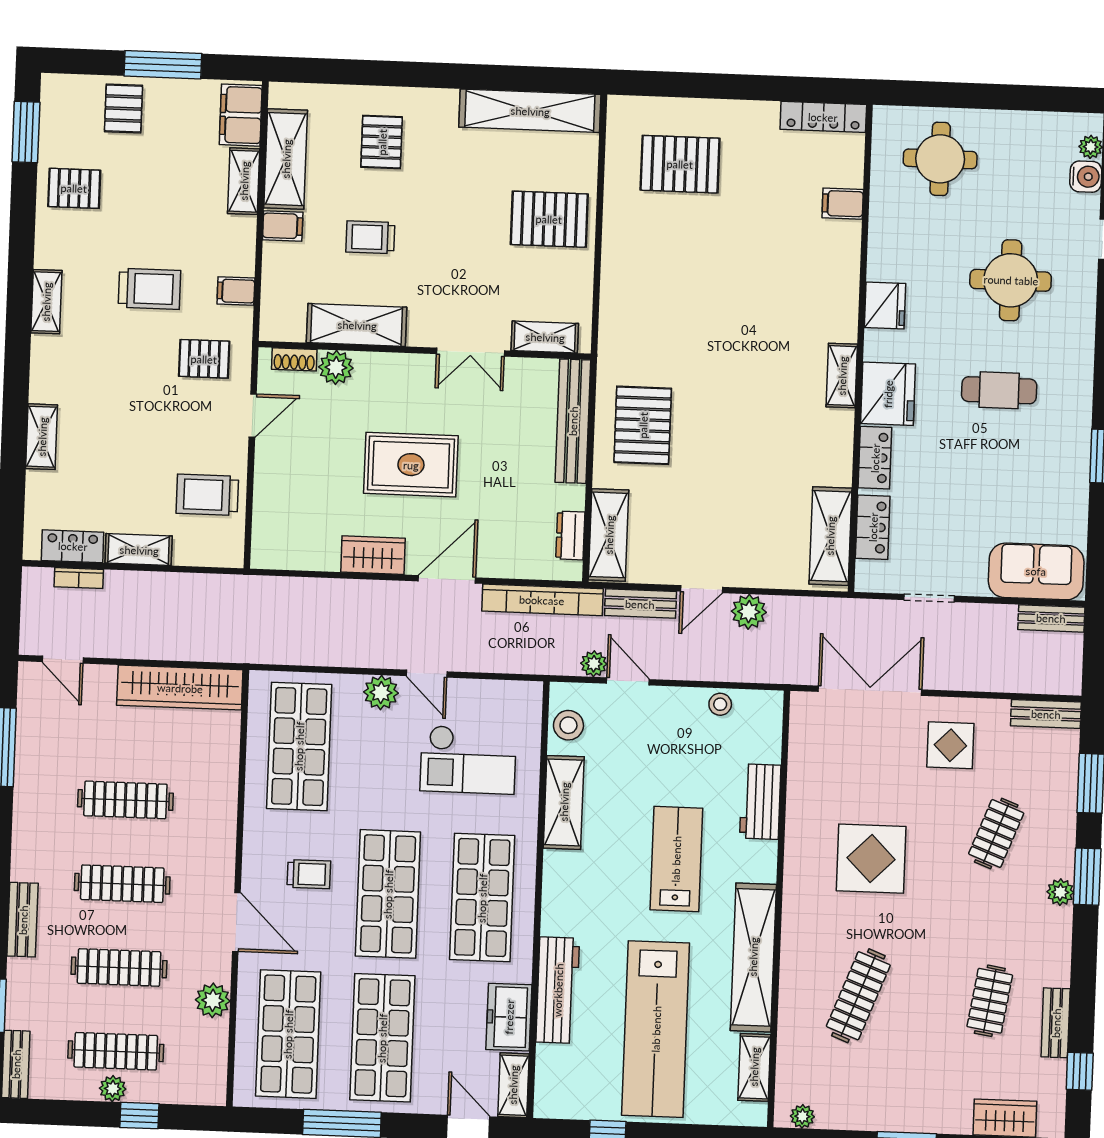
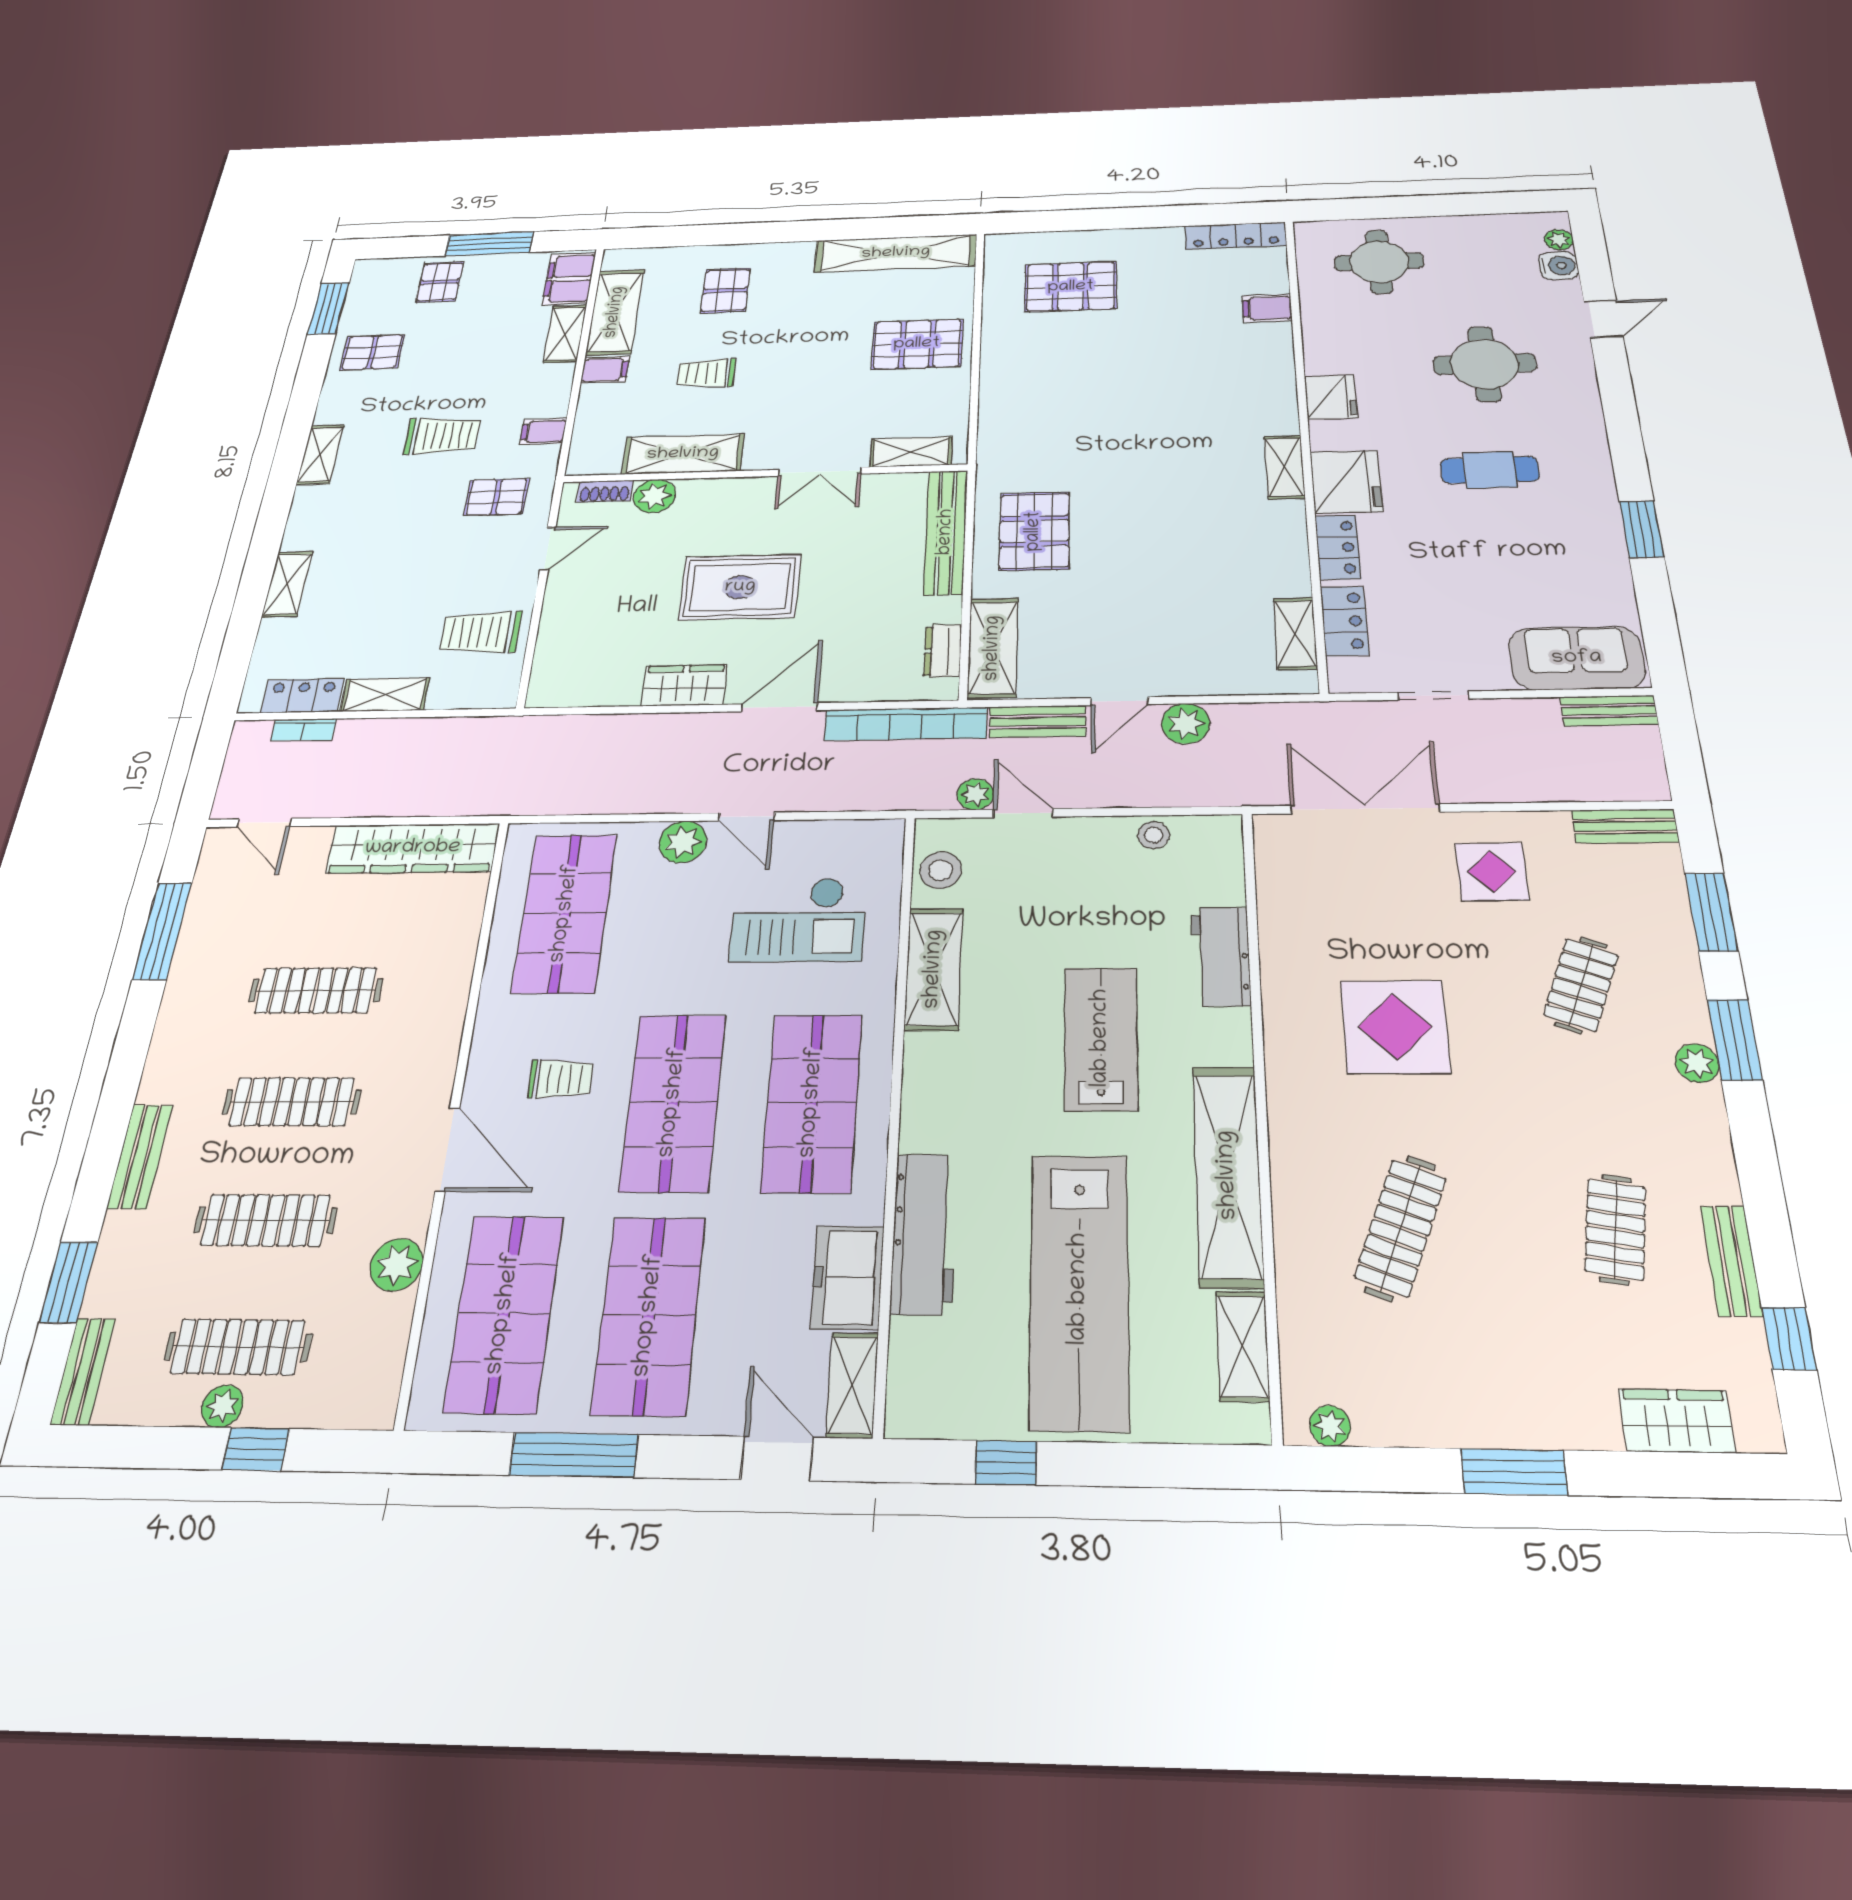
shelving: (830, 536) -> (1295, 633), width x0.67, depth x0.75

